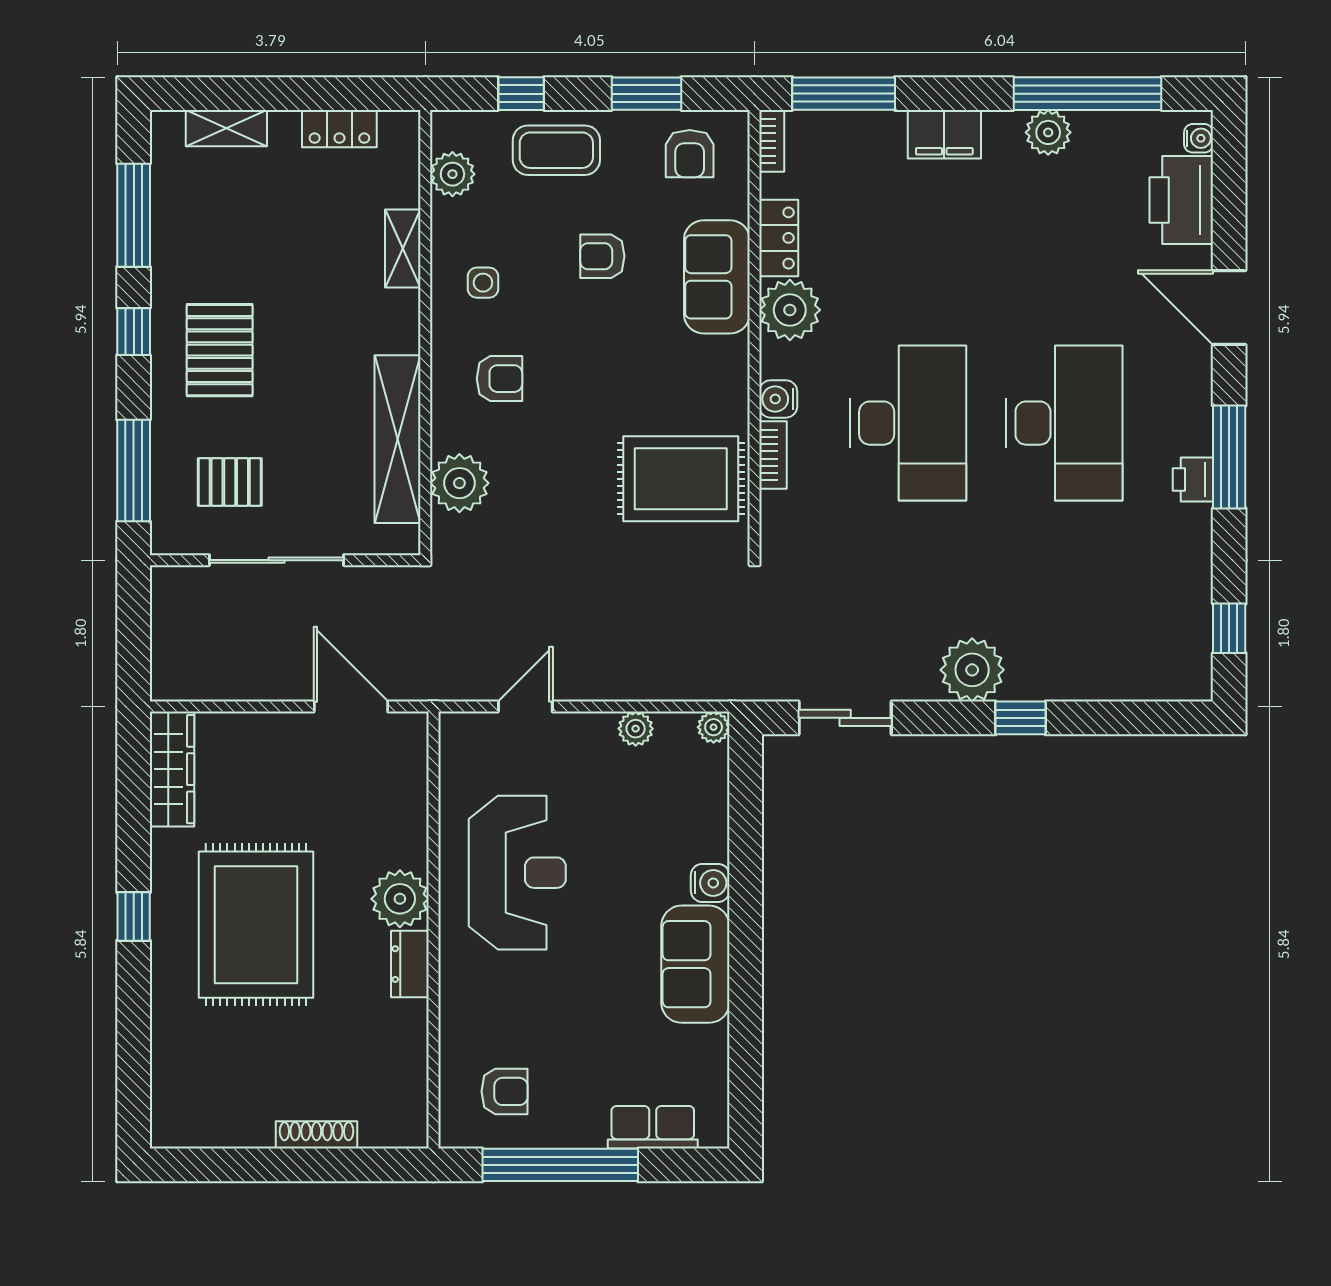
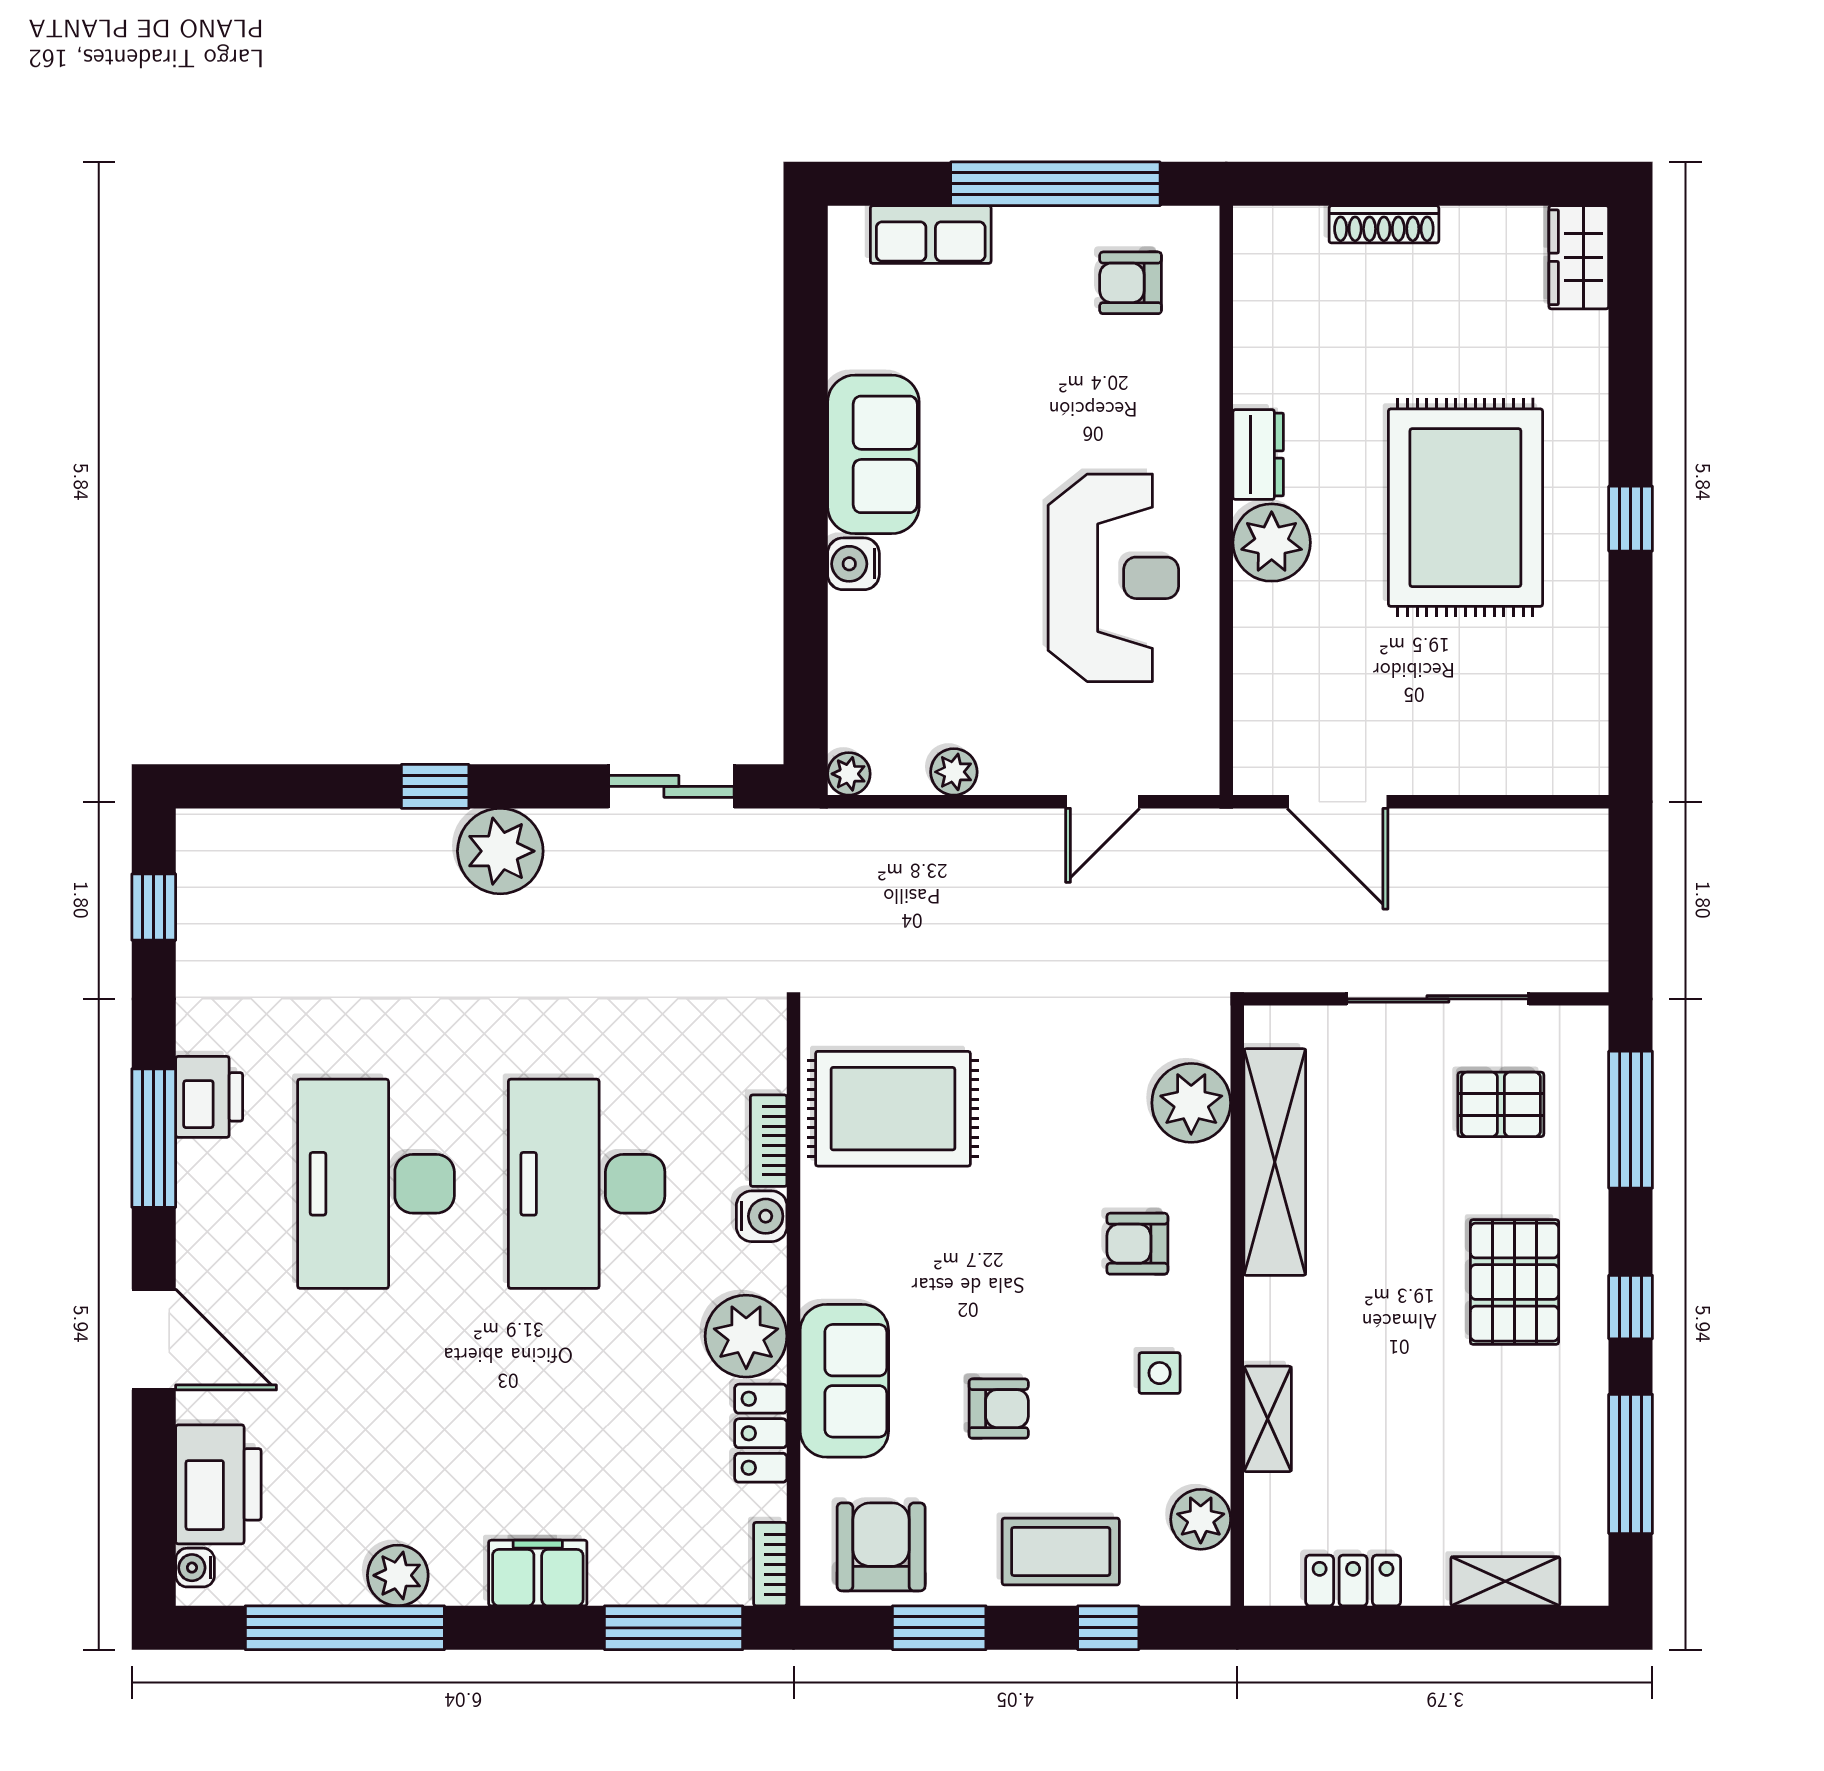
armchair: (690, 154) -> (881, 1547), width x1.38, depth x1.38
printer: (1193, 479) -> (209, 1097), width x1.36, depth x1.24
wardrobe: (172, 769) -> (1579, 257), moved, width x0.67
reception desk: (517, 873) -> (1113, 578), turned 180

